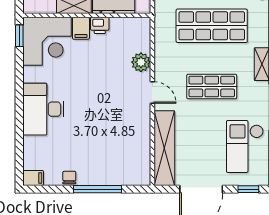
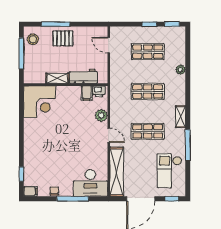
printer: (100, 25) -> (99, 91), moved
shop shelf: (212, 26) -> (148, 91), width x0.70, depth x0.74
filing cabinet: (81, 28) -> (87, 93), moved
window: (19, 36) -> (21, 174), moved
desk: (43, 109) -> (90, 183), moved, turned -90

